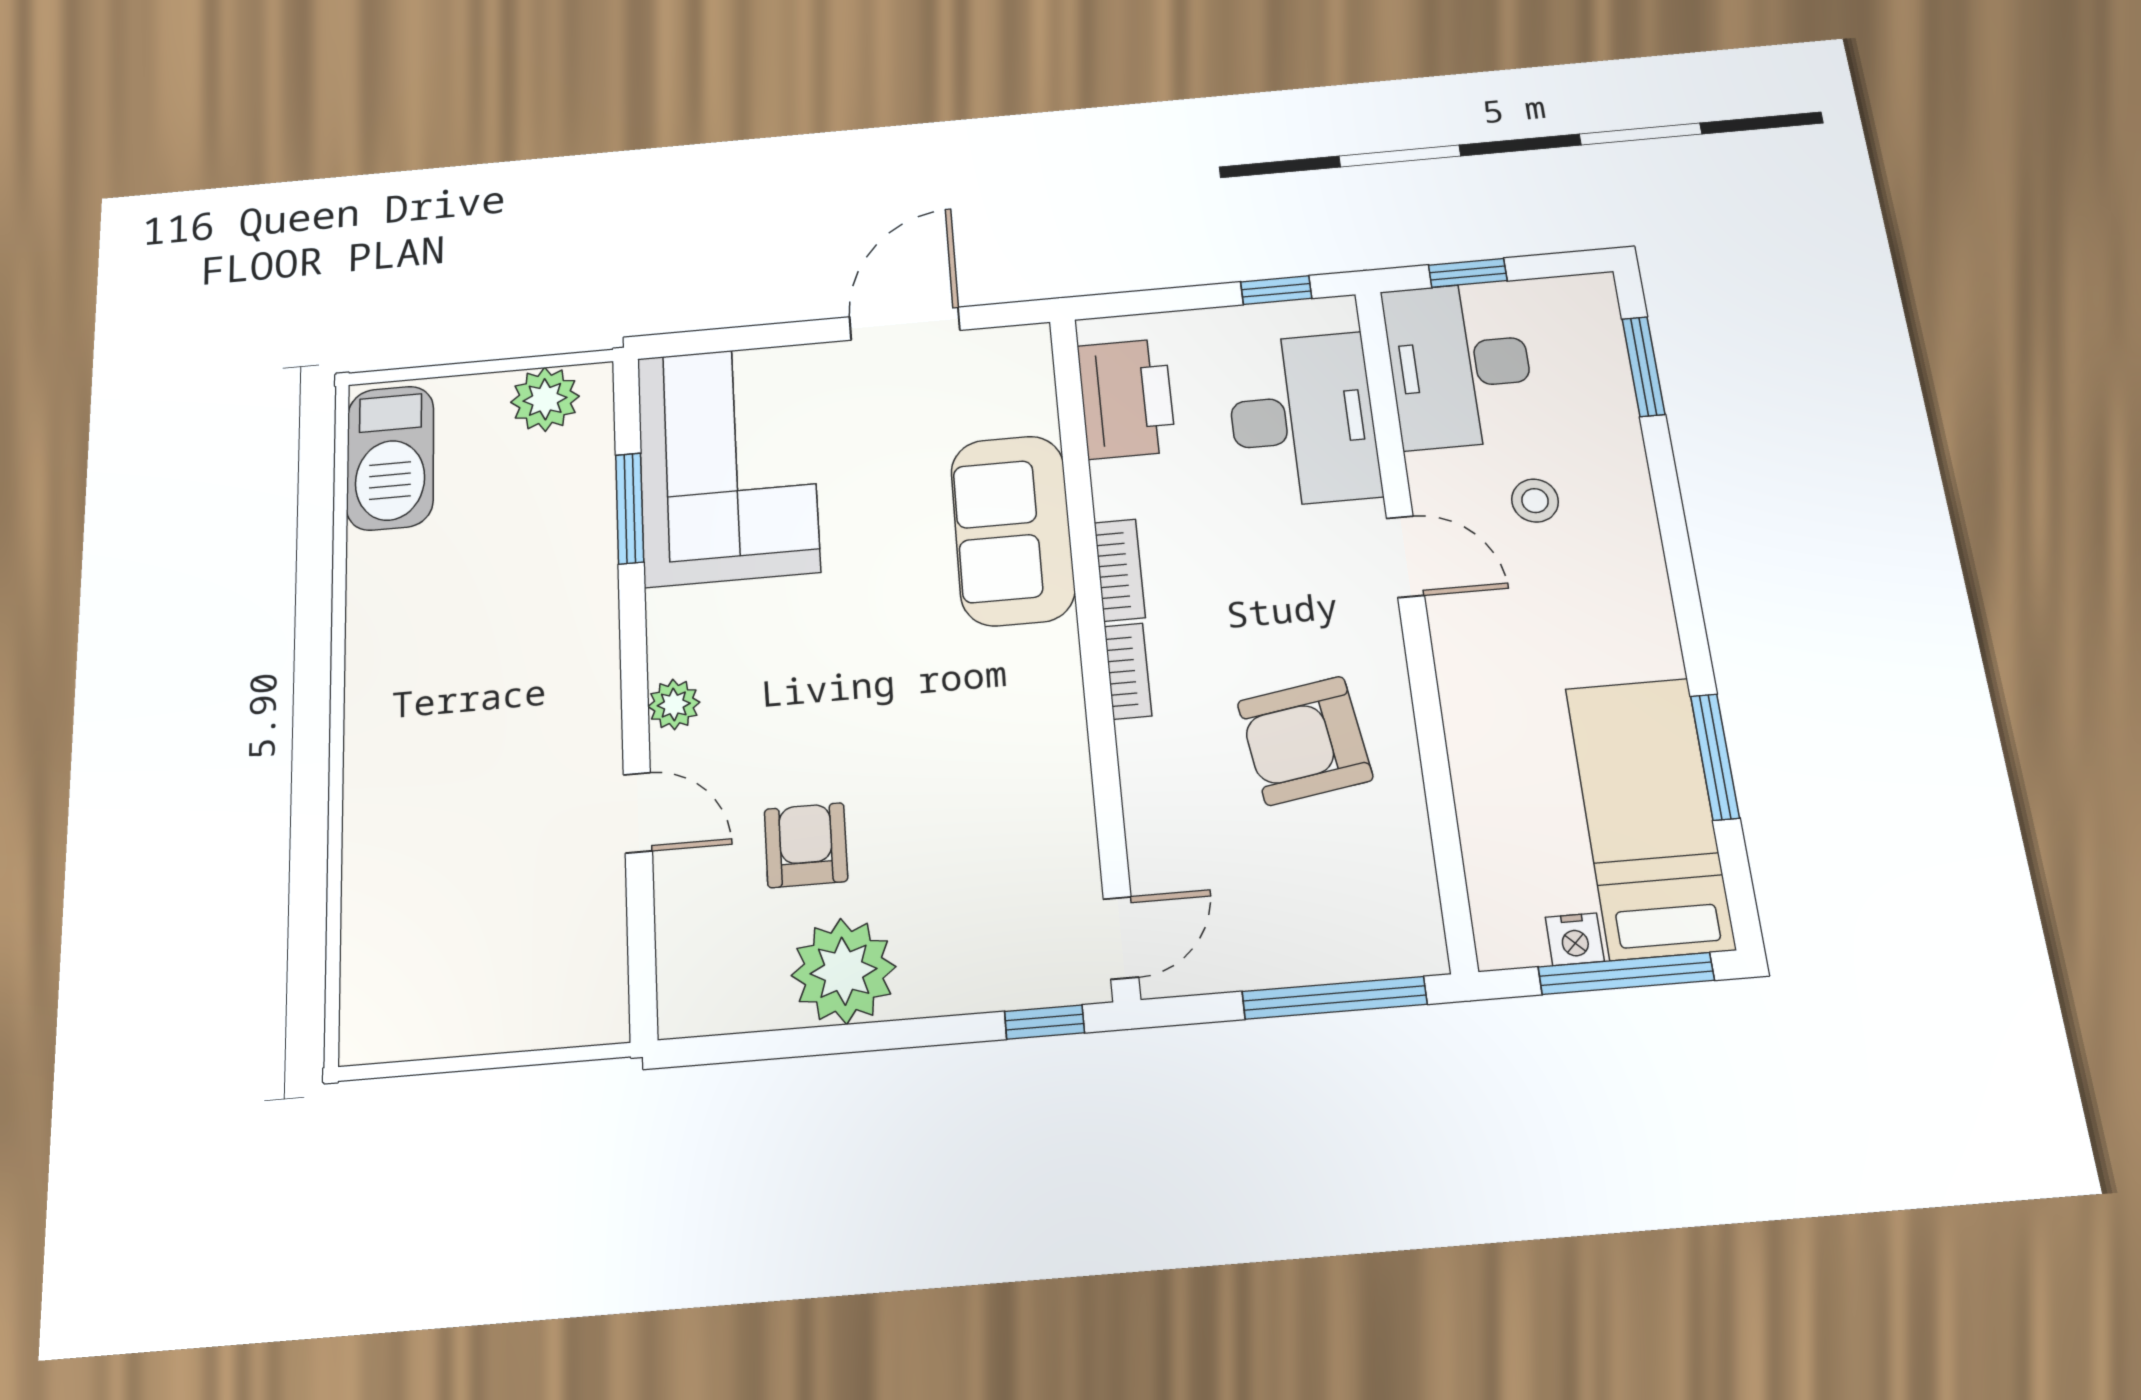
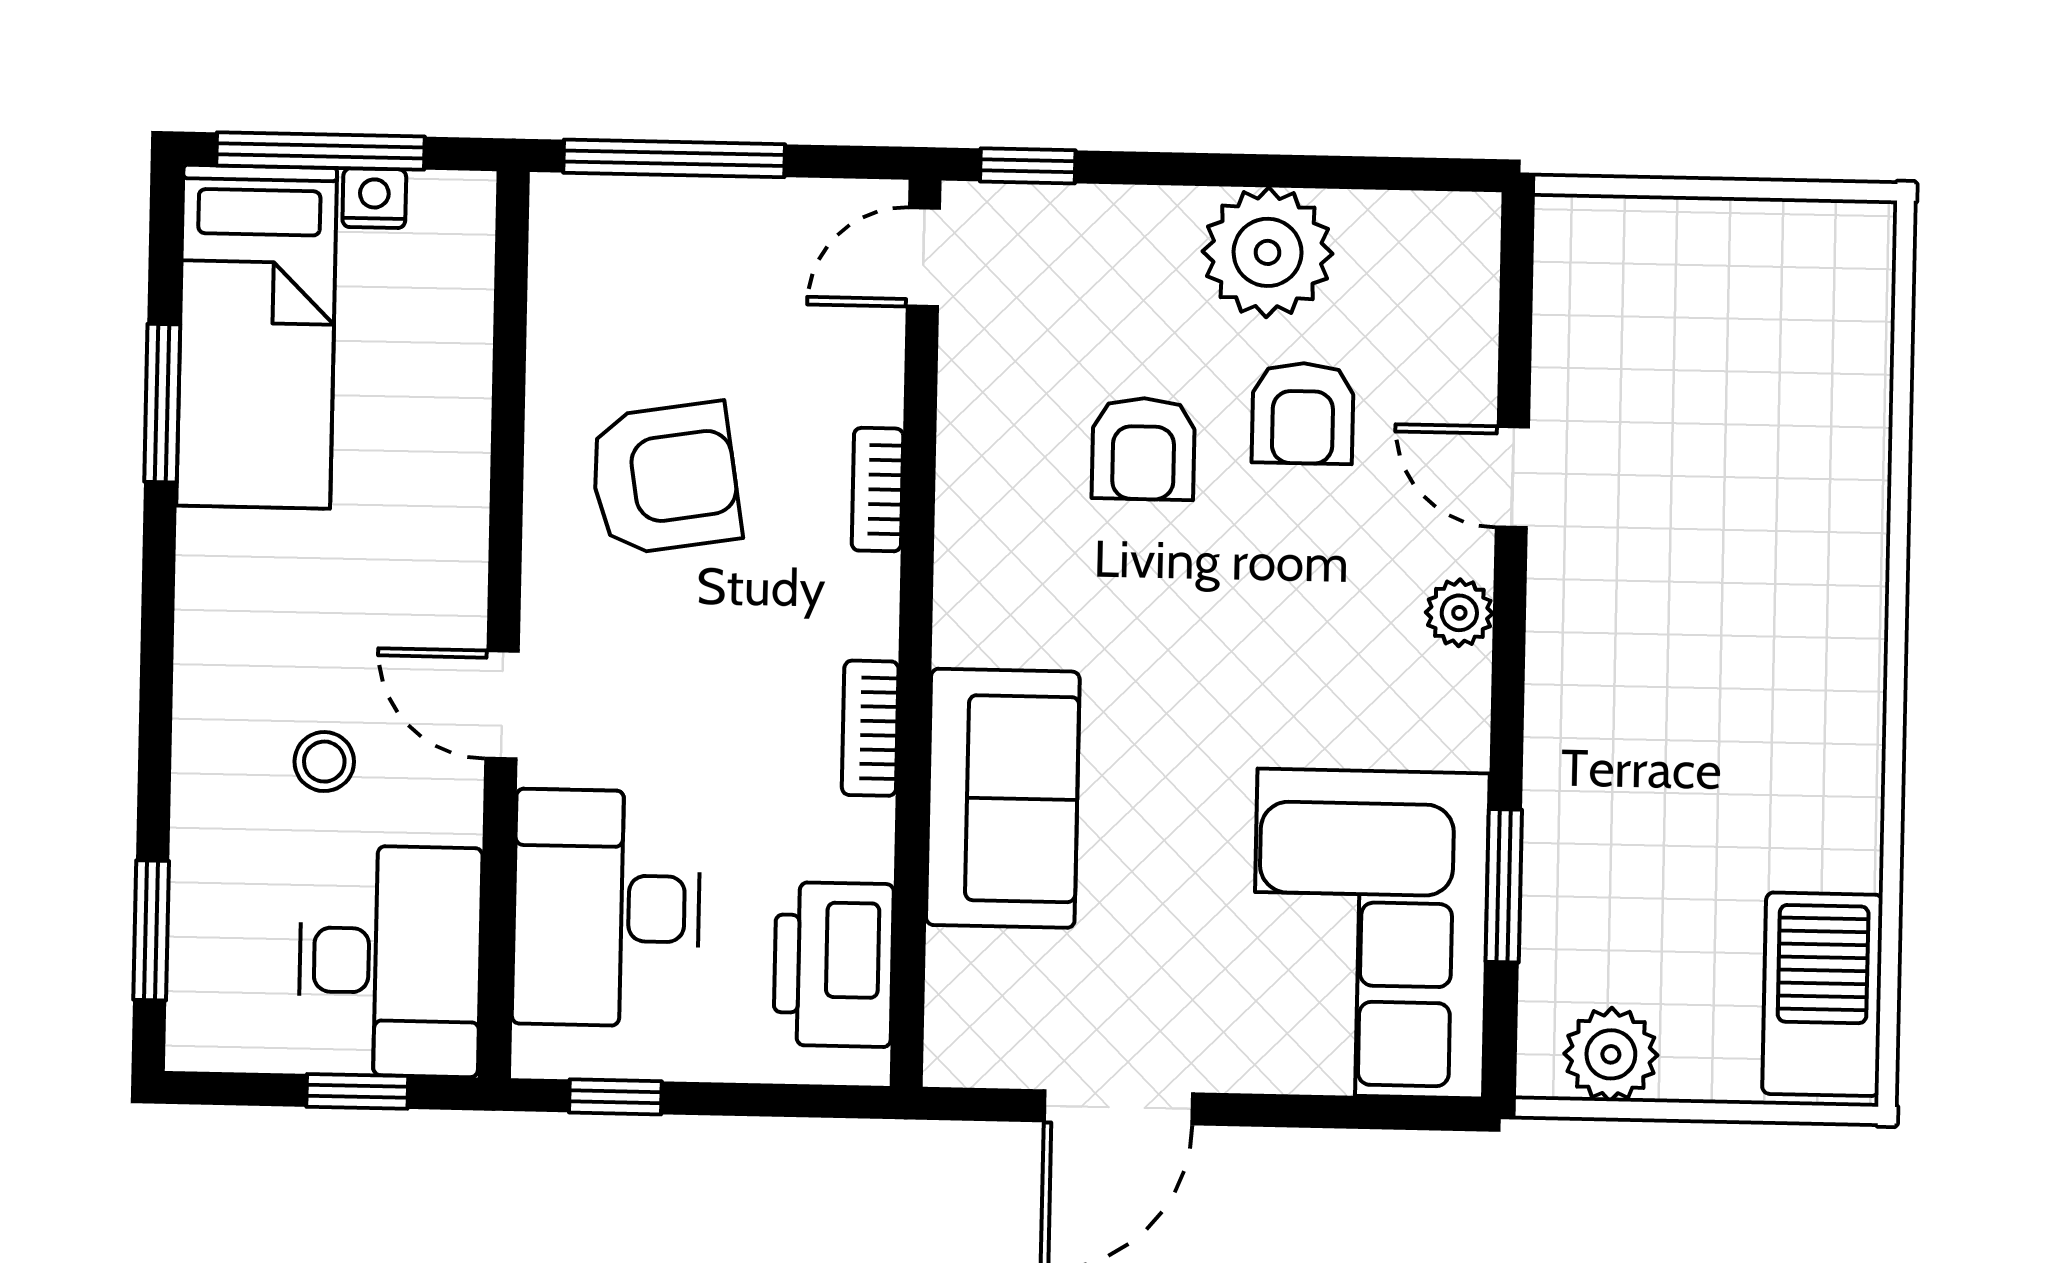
bookcase: (1128, 671) -> (878, 490), moved
armchair: (930, 804) -> (1143, 449), added

